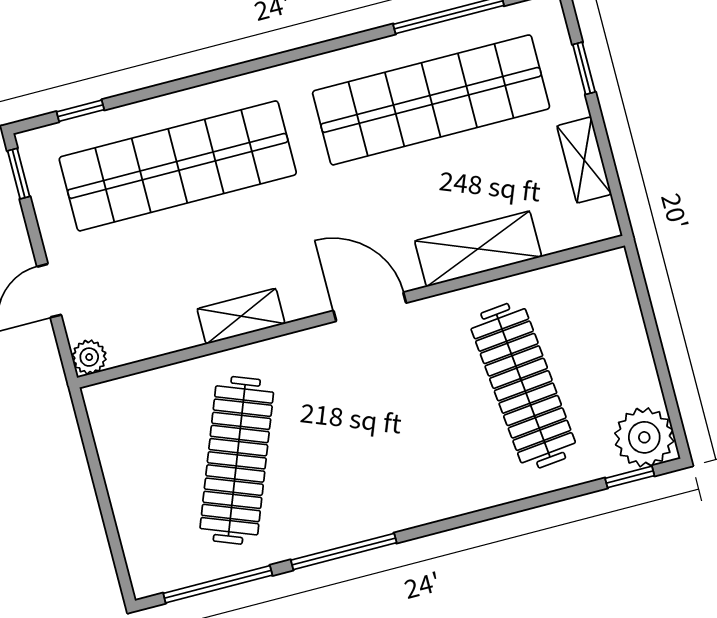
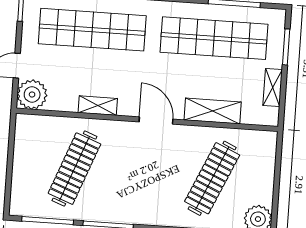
window: (584, 68) -> (286, 47), width x1.50
plant: (89, 357) -> (32, 95), width x1.88, depth x1.88
clothes rail: (523, 386) -> (212, 178), turned 30

